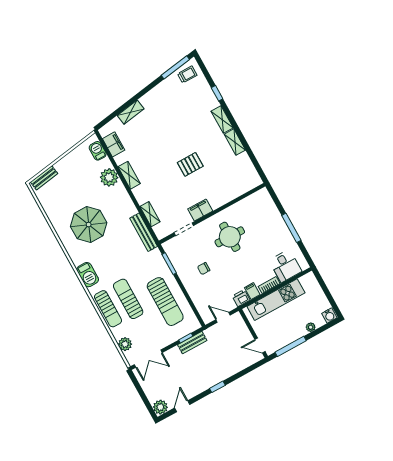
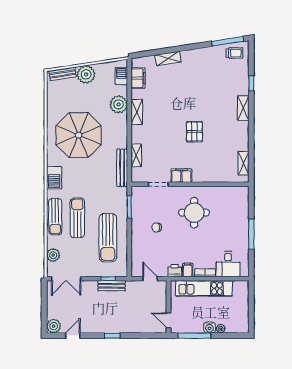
shelving: (235, 142) -> (243, 163), moved
pallet: (190, 164) -> (194, 132), turned 90
plant: (65, 167) -> (86, 74), added
parasol: (89, 225) -> (79, 135), width x1.36, depth x1.36
water cooler: (329, 316) -> (209, 328), moved

